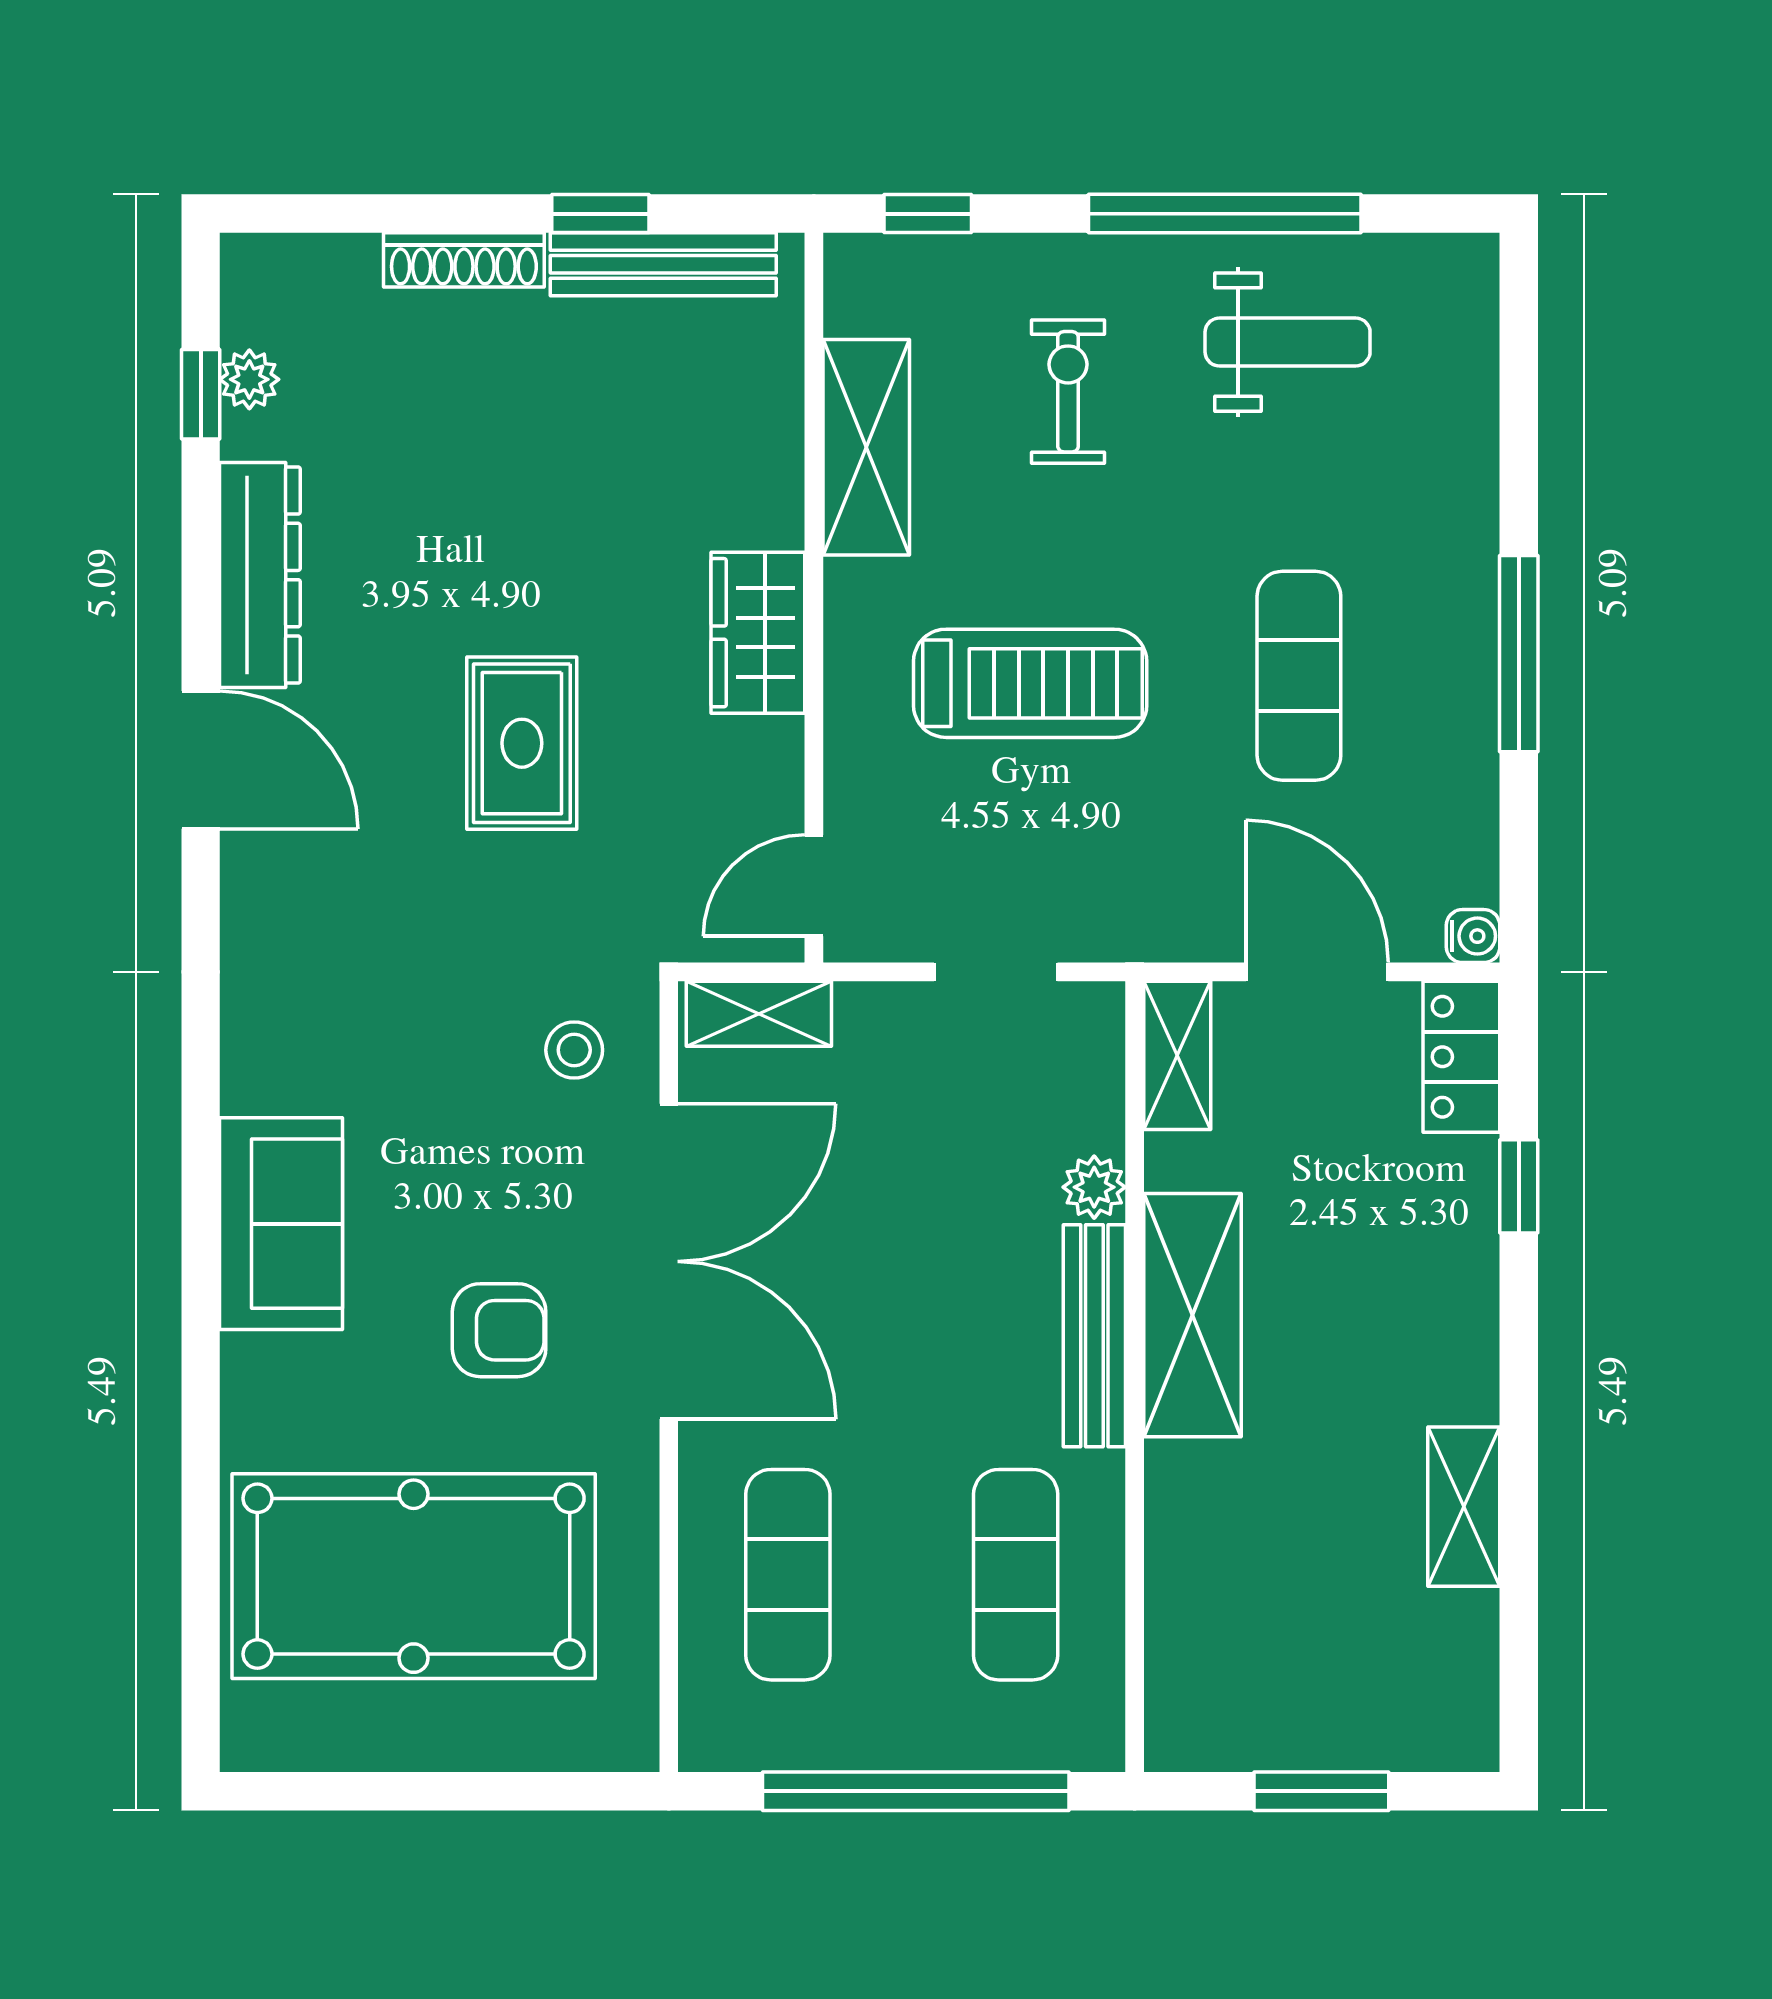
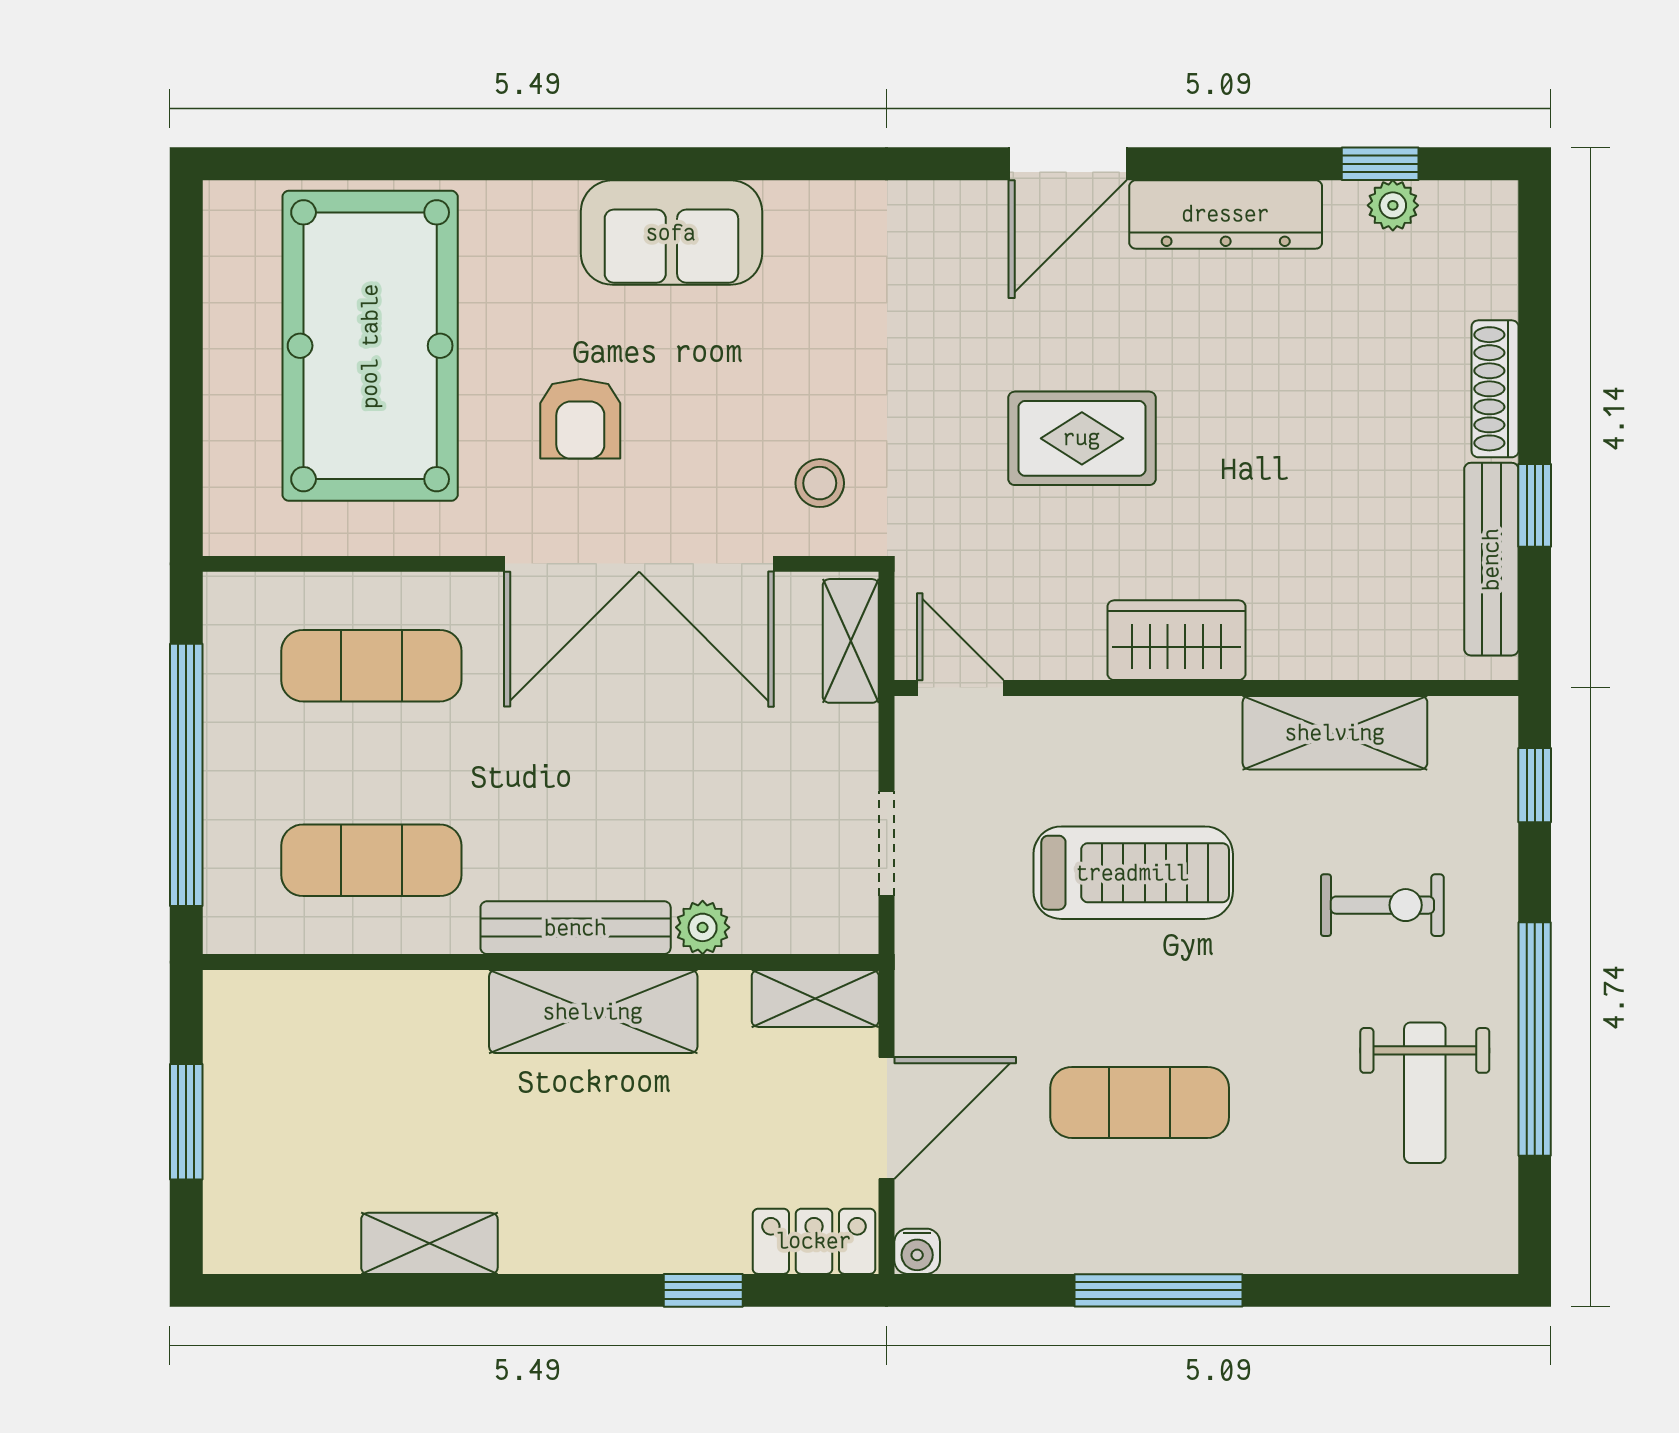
treadmill: (1030, 683) -> (1133, 873), turned -90

